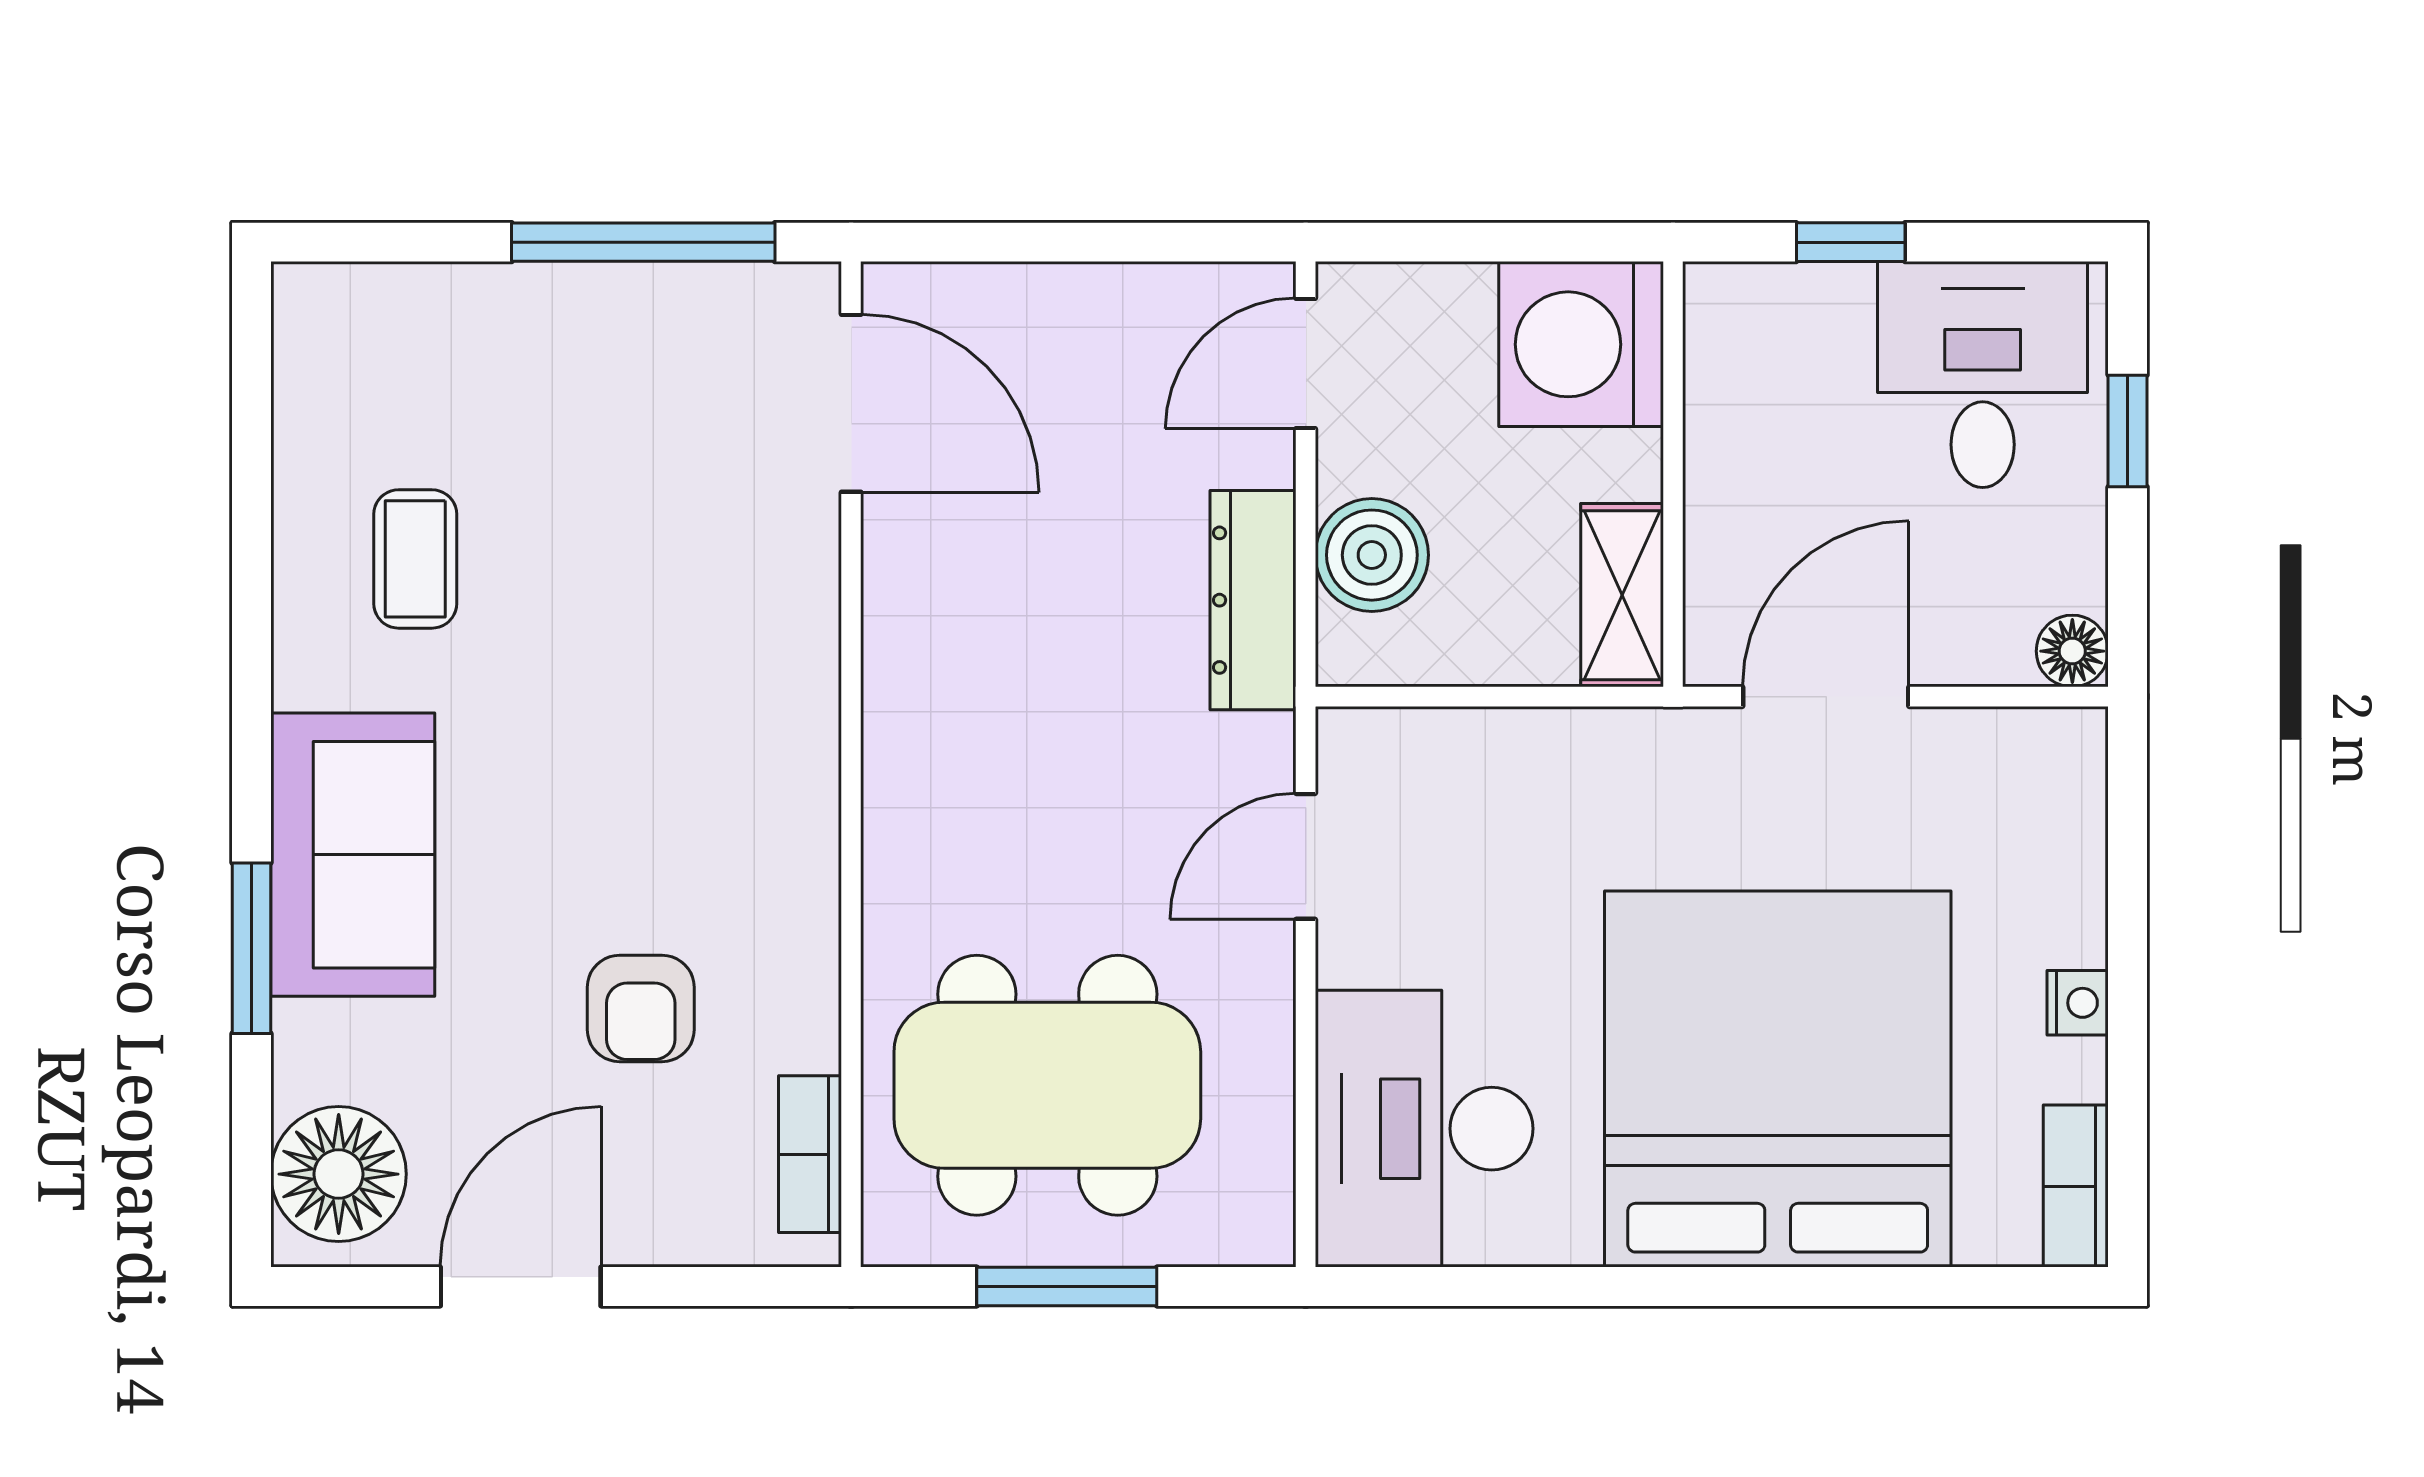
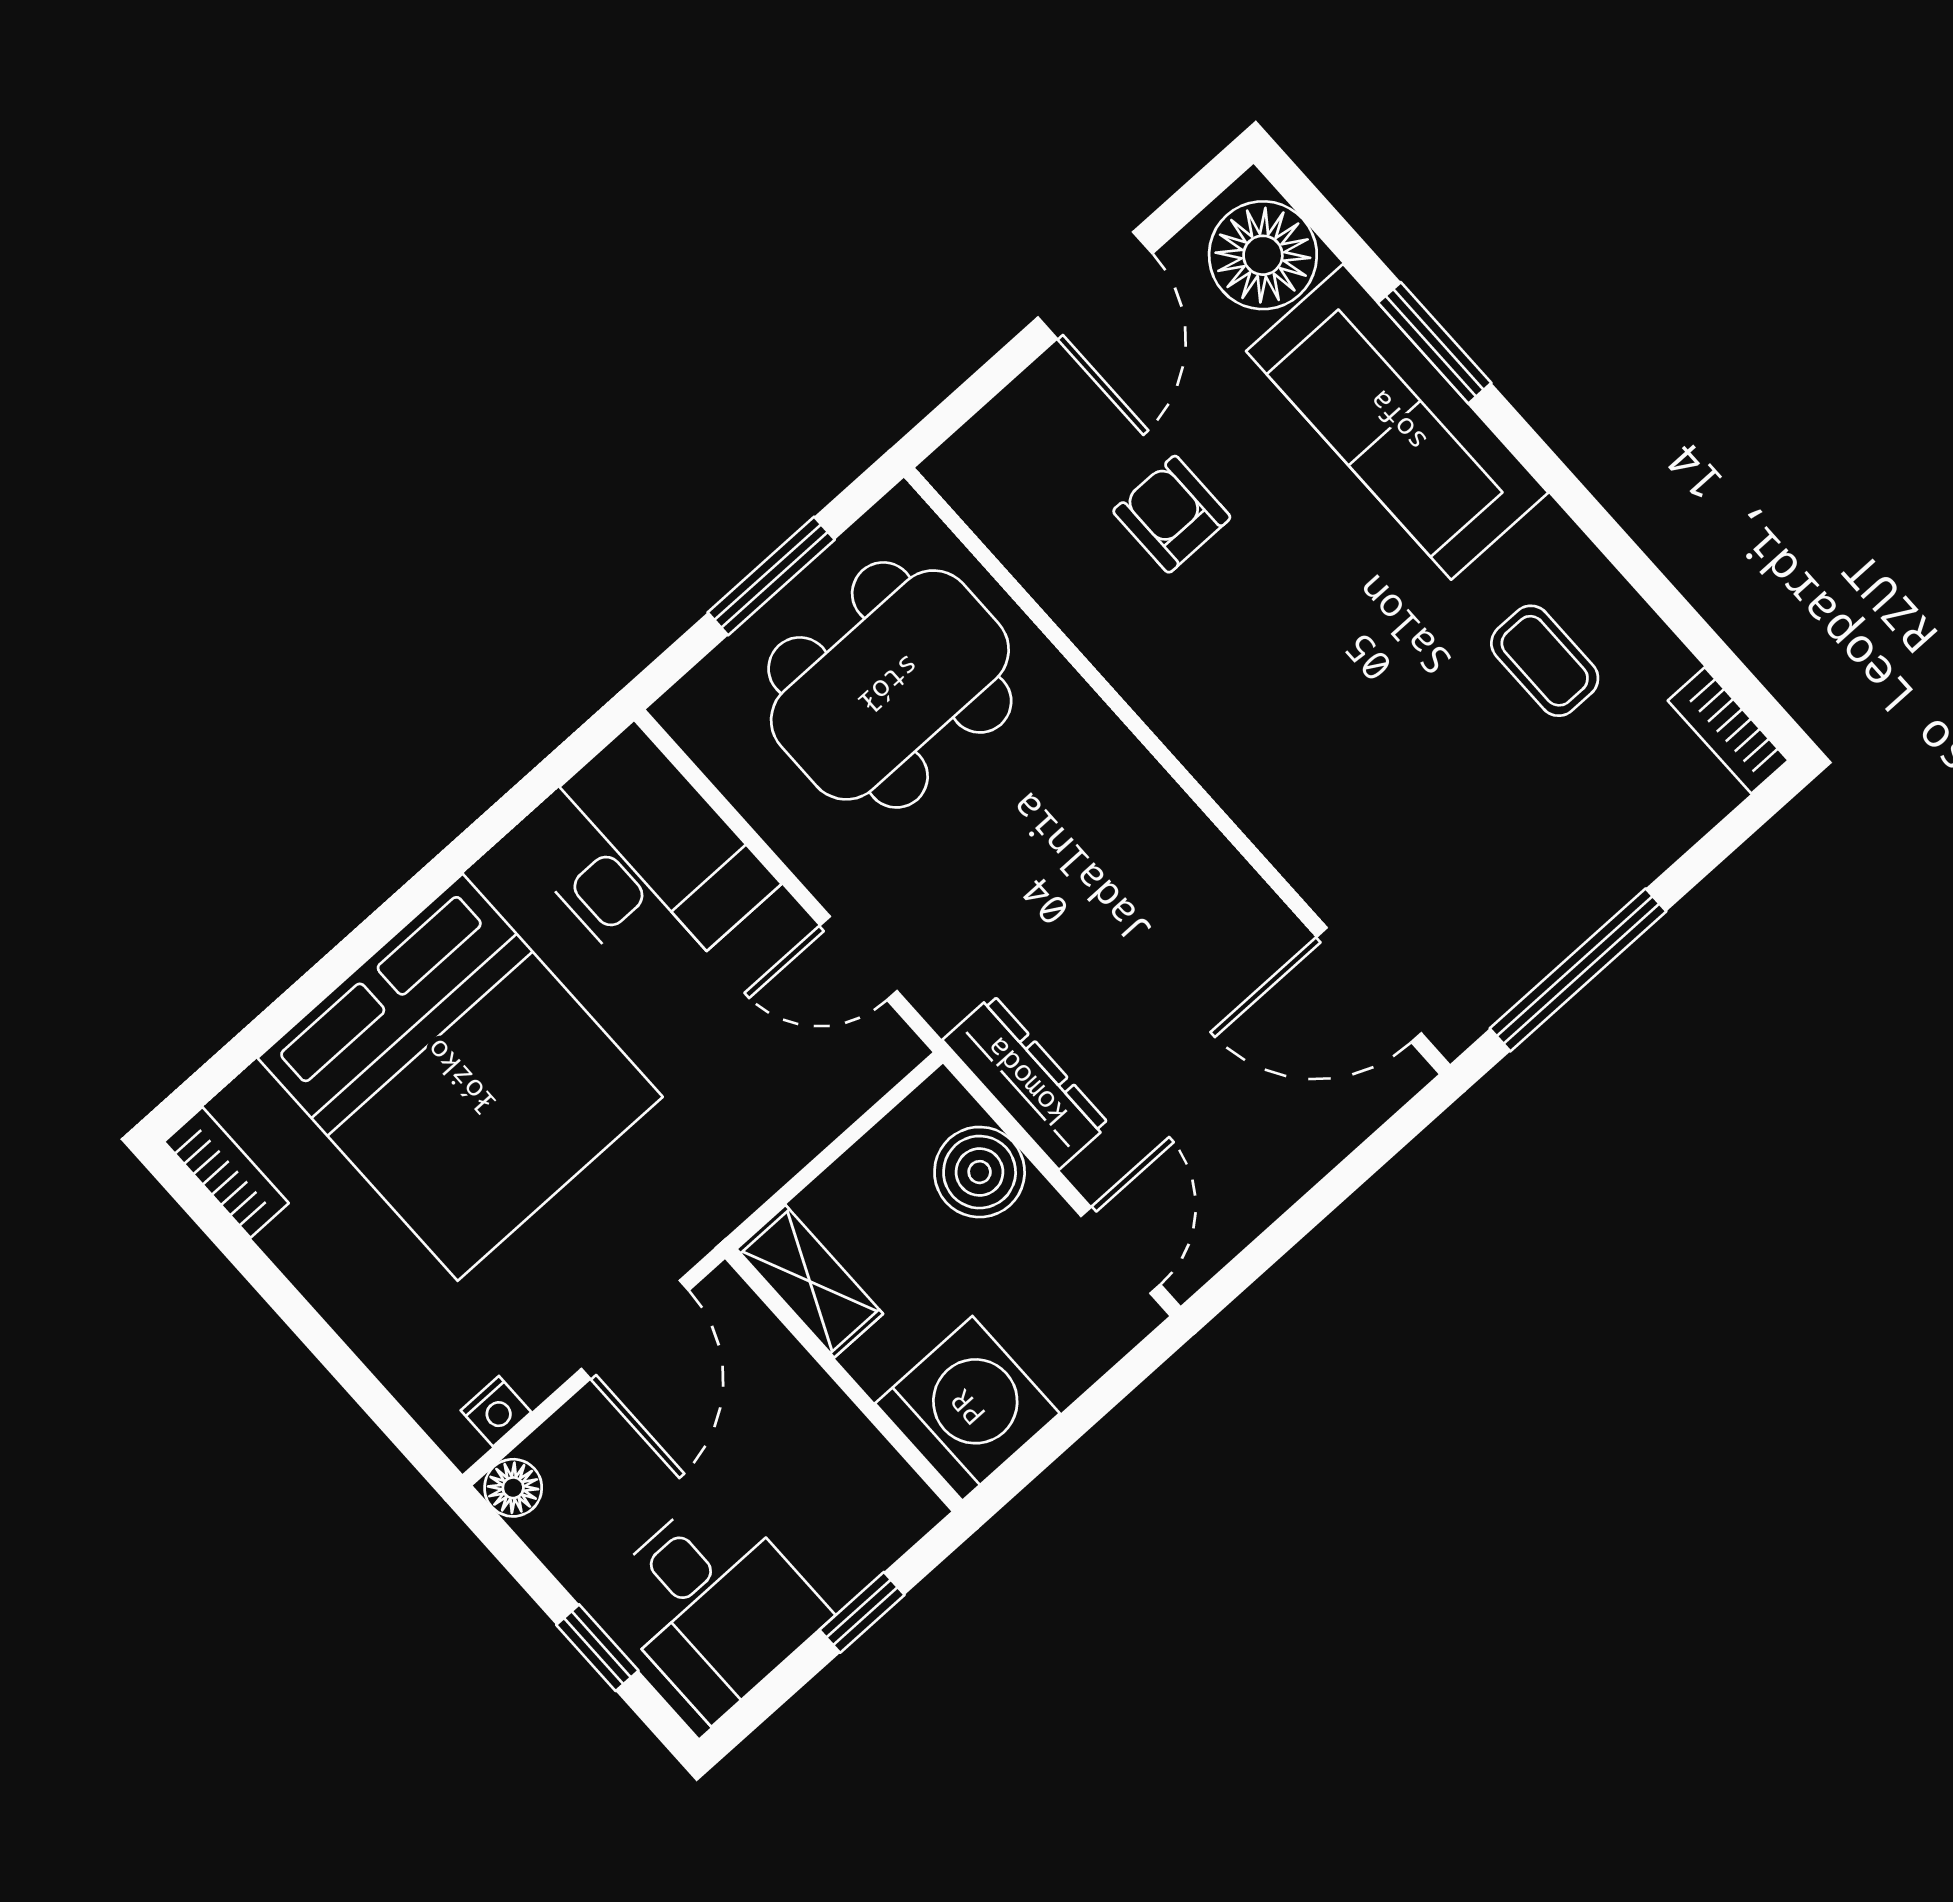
sofa: (353, 855) -> (1397, 422), width x1.36
door: (1306, 856) -> (859, 958), swing flipped
nightstand: (2078, 1003) -> (496, 1411), moved, turned -90
bookcase: (810, 1154) -> (1728, 730), moved, turned 180

